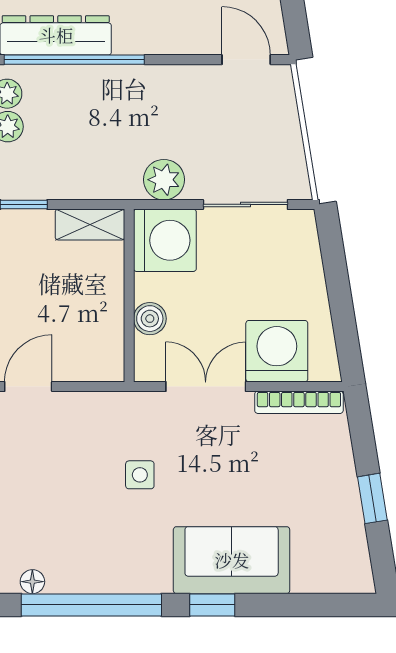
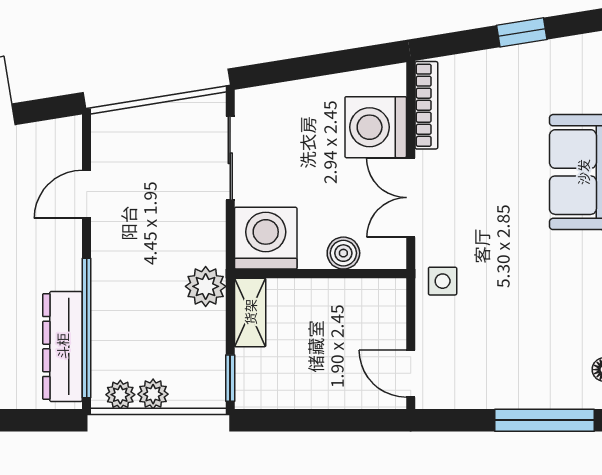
door: (246, 60) -> (87, 194), moved
plant: (164, 180) -> (206, 286), moved
side table: (140, 475) -> (443, 281), moved

